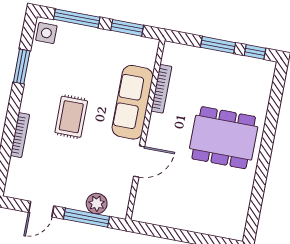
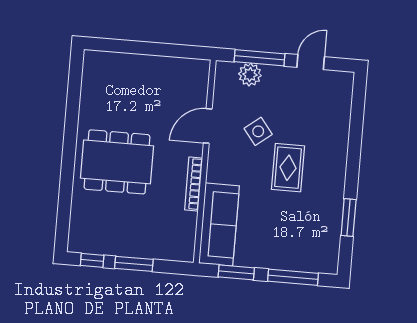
side table: (46, 33) -> (258, 131), moved, turned -38
bookcase: (161, 89) -> (194, 184), moved
sofa: (133, 102) -> (219, 225), moved
bookcase: (20, 135) -> (343, 142), removed

